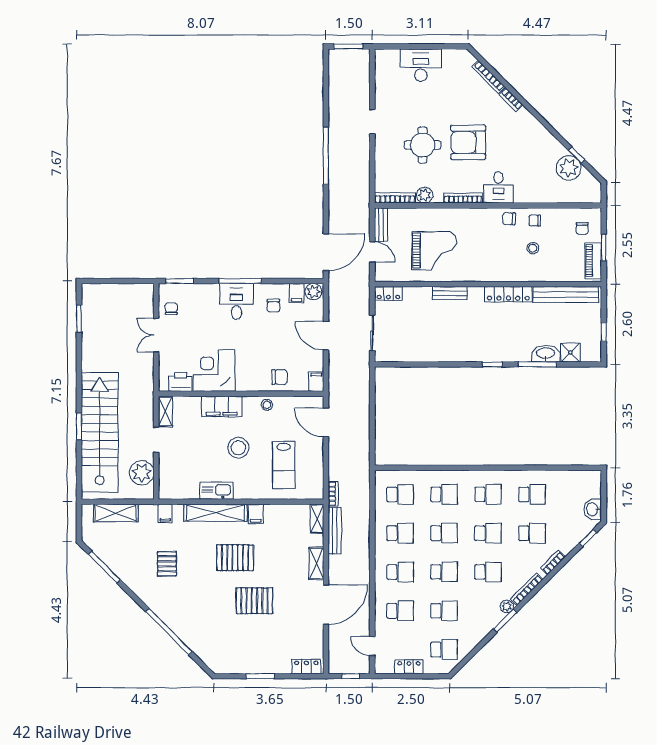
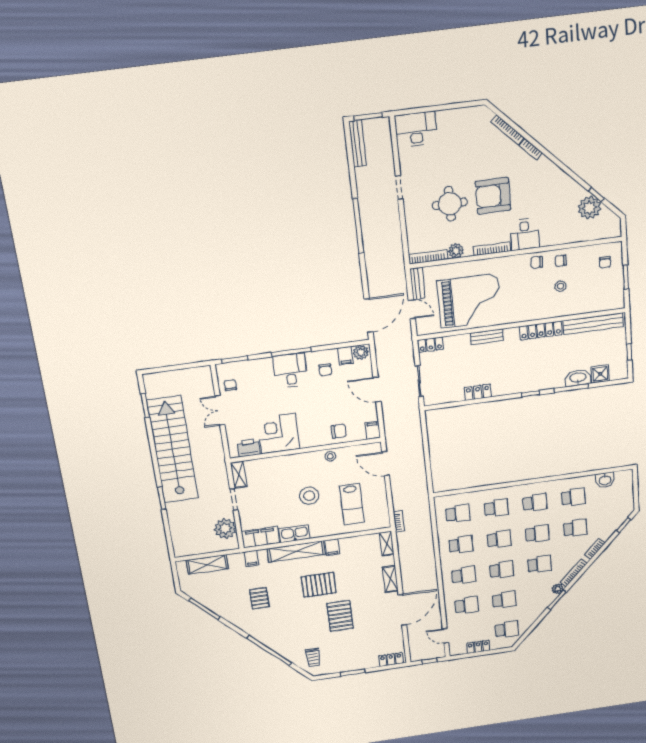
desk: (421, 65) -> (416, 129), moved
grand piano: (434, 251) -> (469, 301), width x1.37, depth x1.48
piano: (593, 261) -> (617, 290), removed
locker: (434, 354) -> (478, 392), added
filing cabinet: (222, 406) -> (260, 537), moved, turned 180
stairs: (100, 432) -> (173, 450), moved
washbasin: (593, 509) -> (605, 480), moved, turned -90
bench: (335, 531) -> (358, 144), moved
pallet: (254, 601) -> (340, 616), turned 90
trolley: (217, 649) -> (313, 657), added

